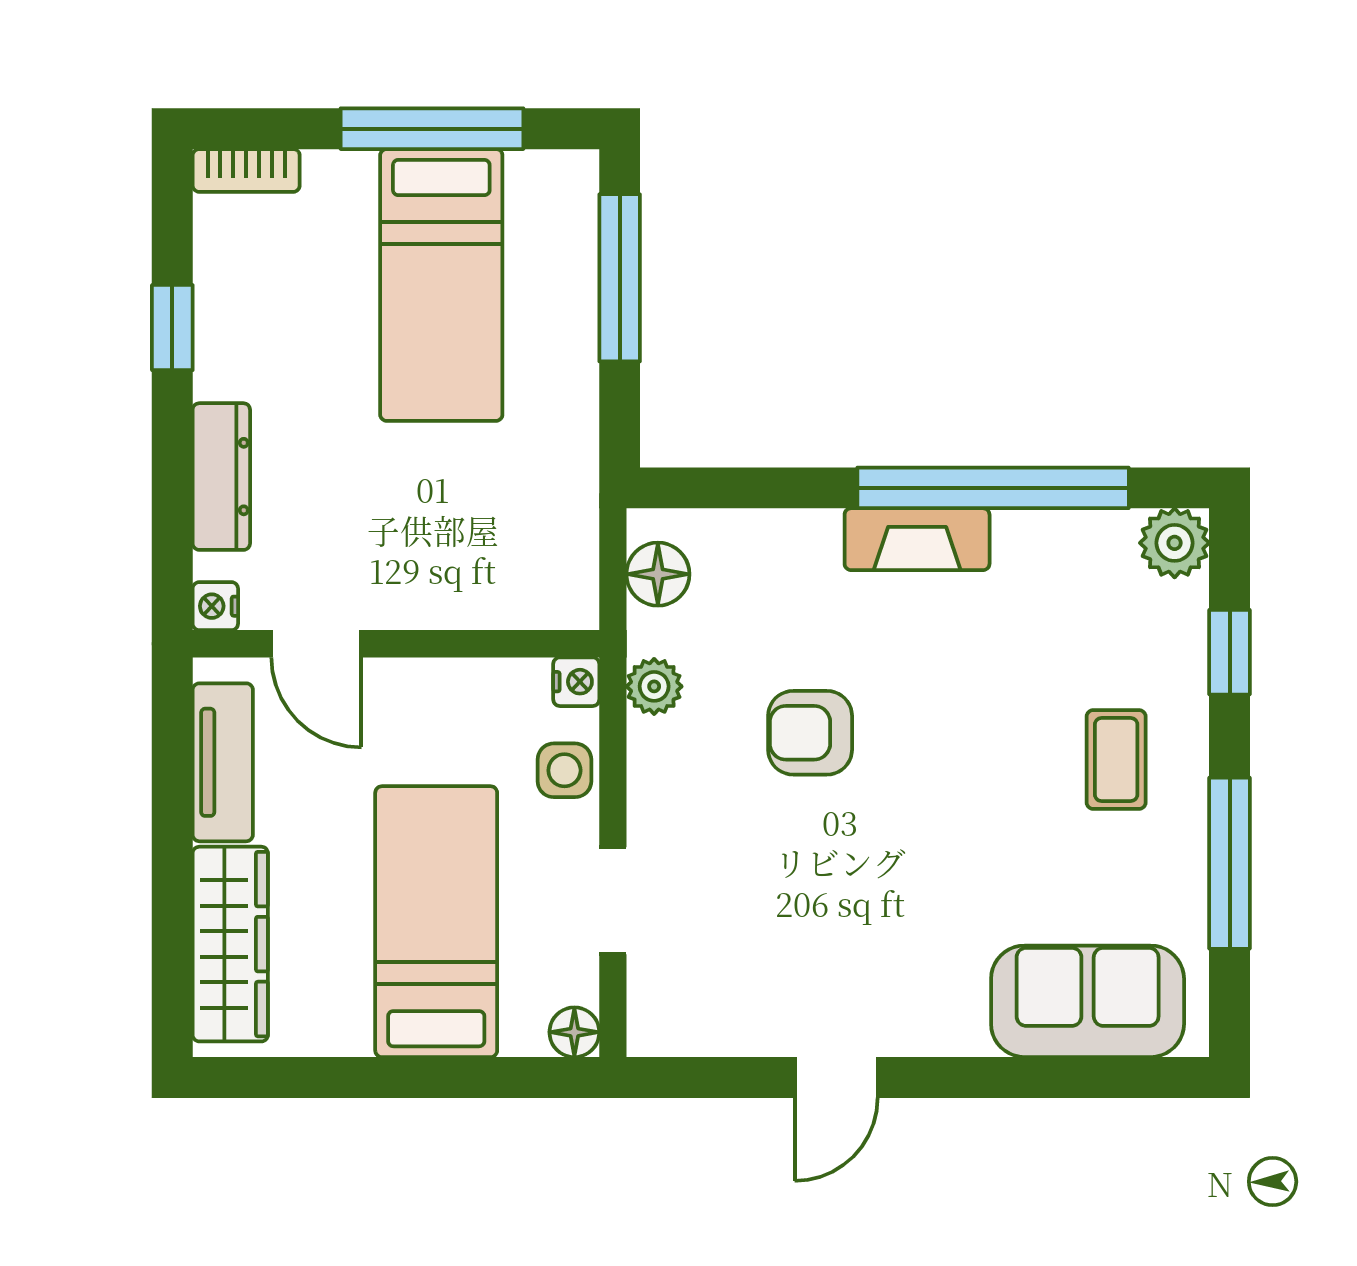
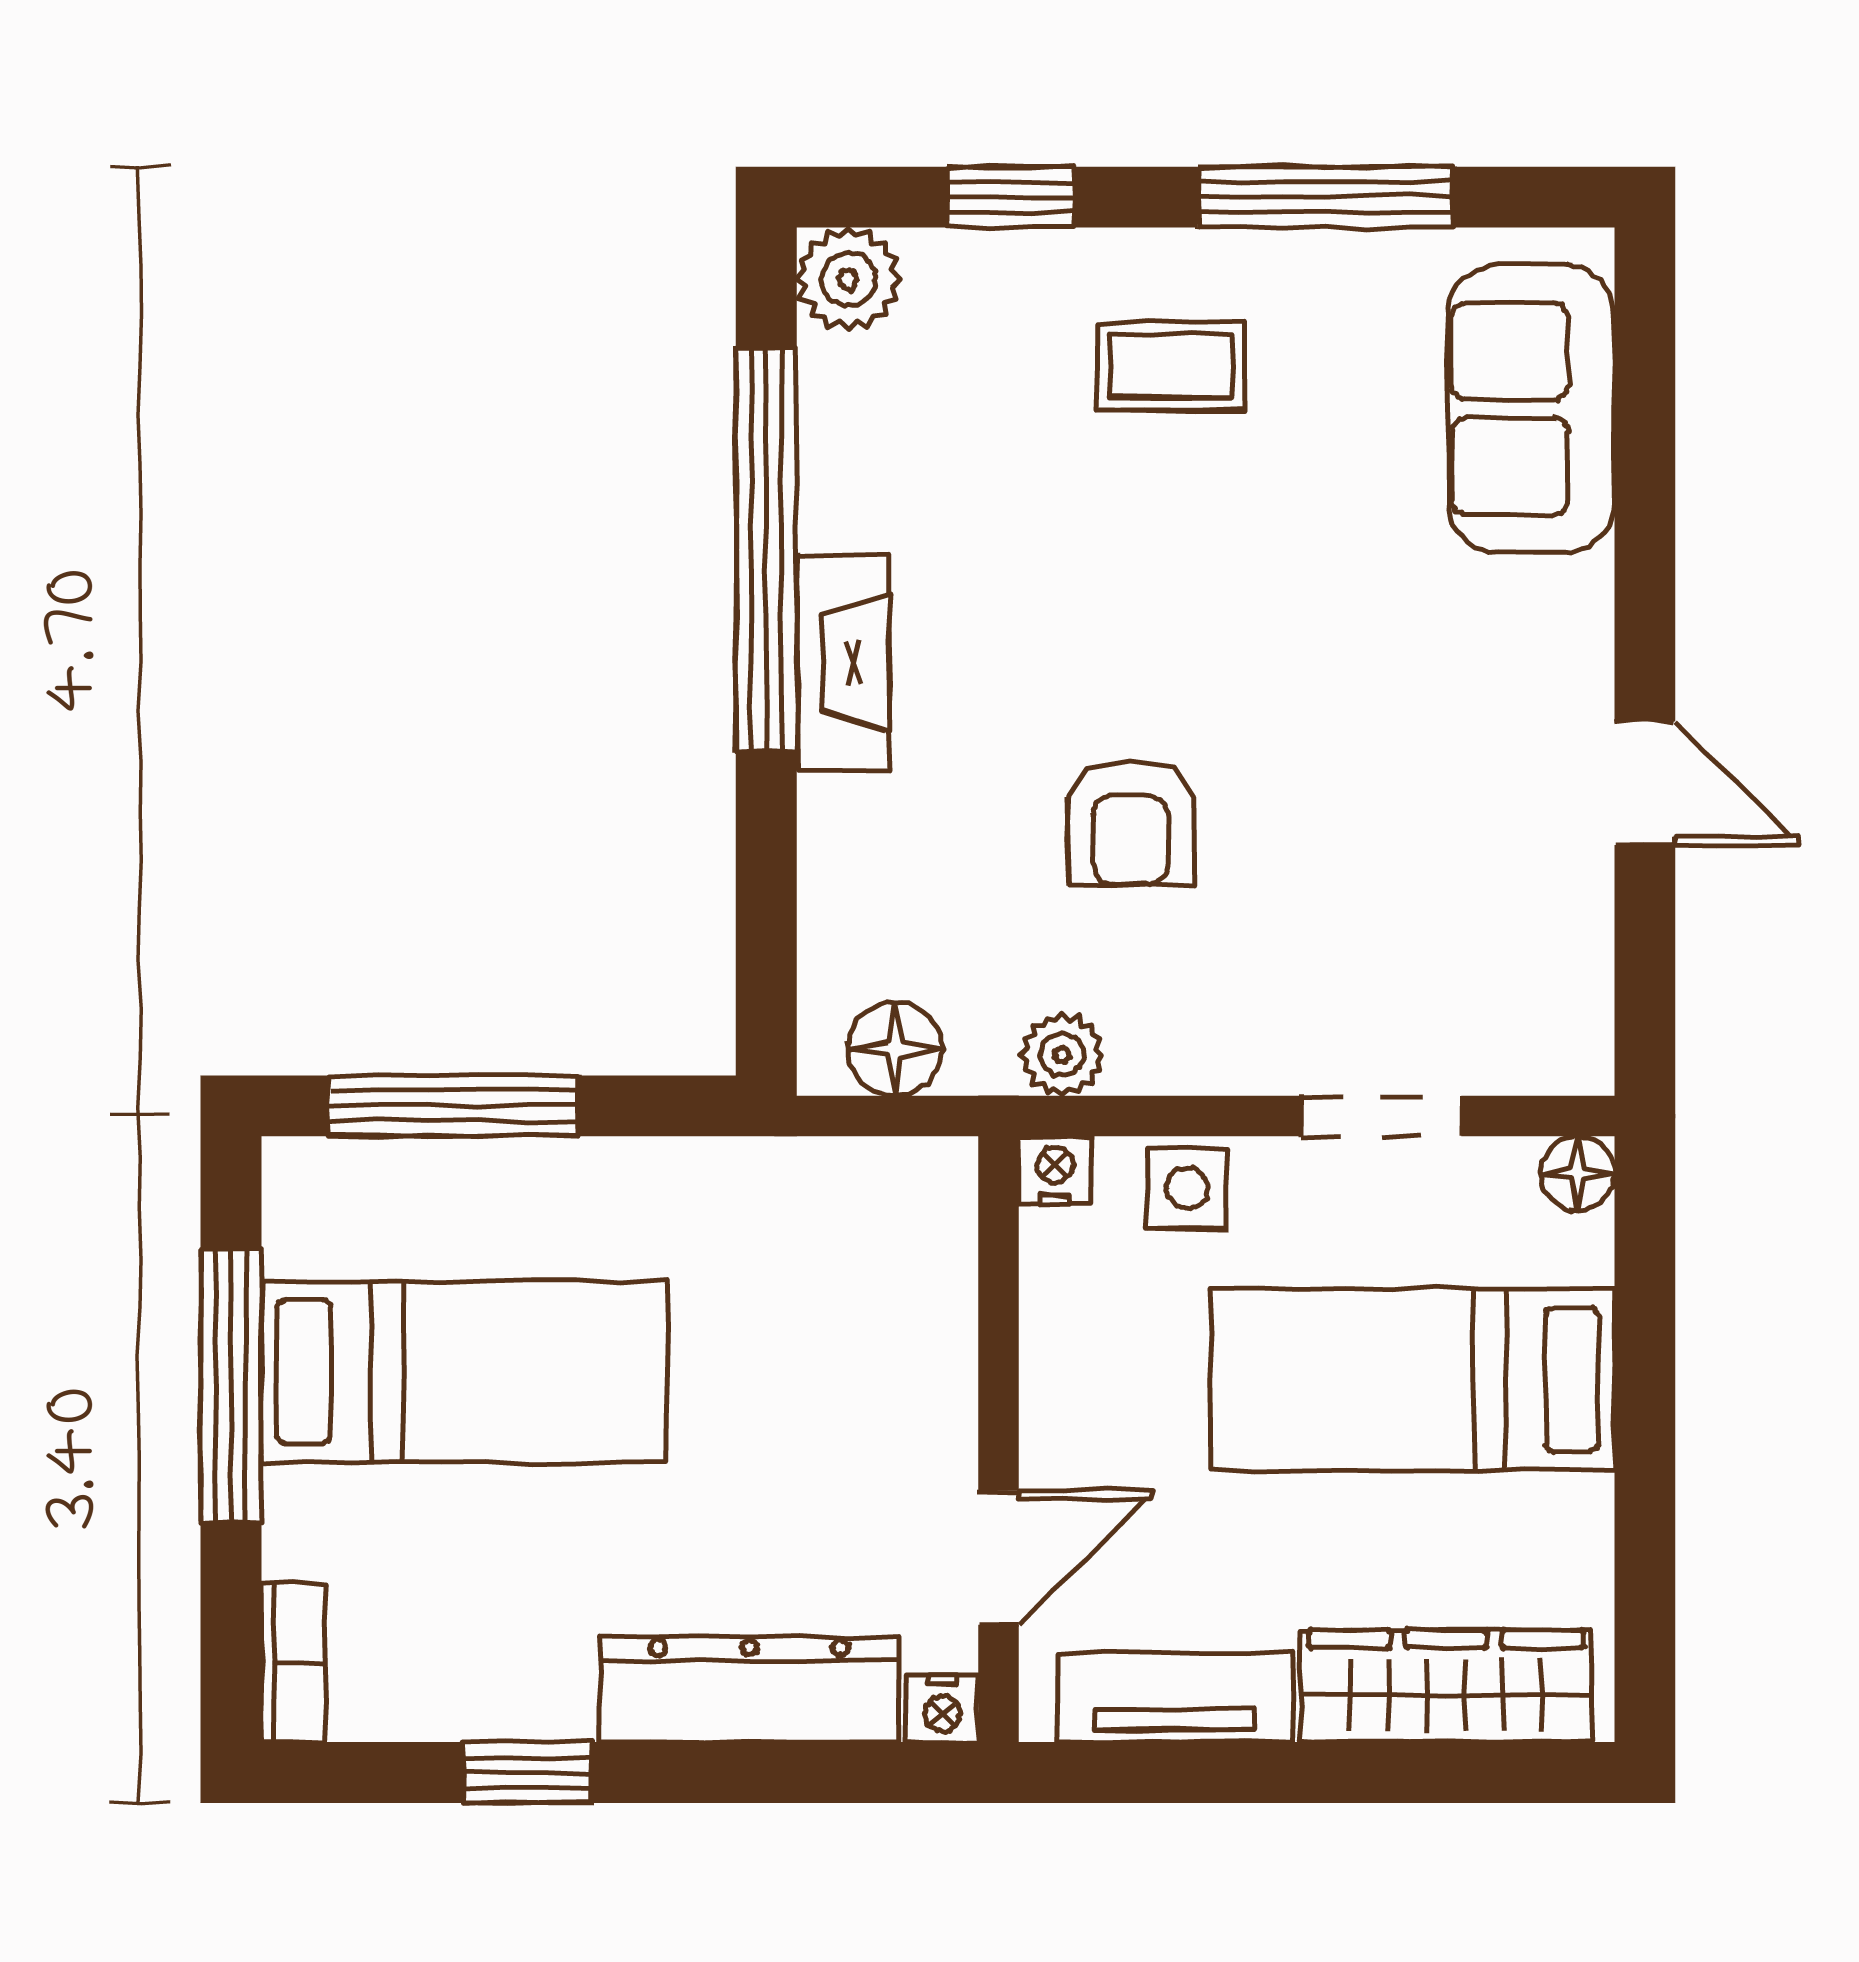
dresser: (221, 477) -> (749, 1689), width x1.37, depth x1.24

